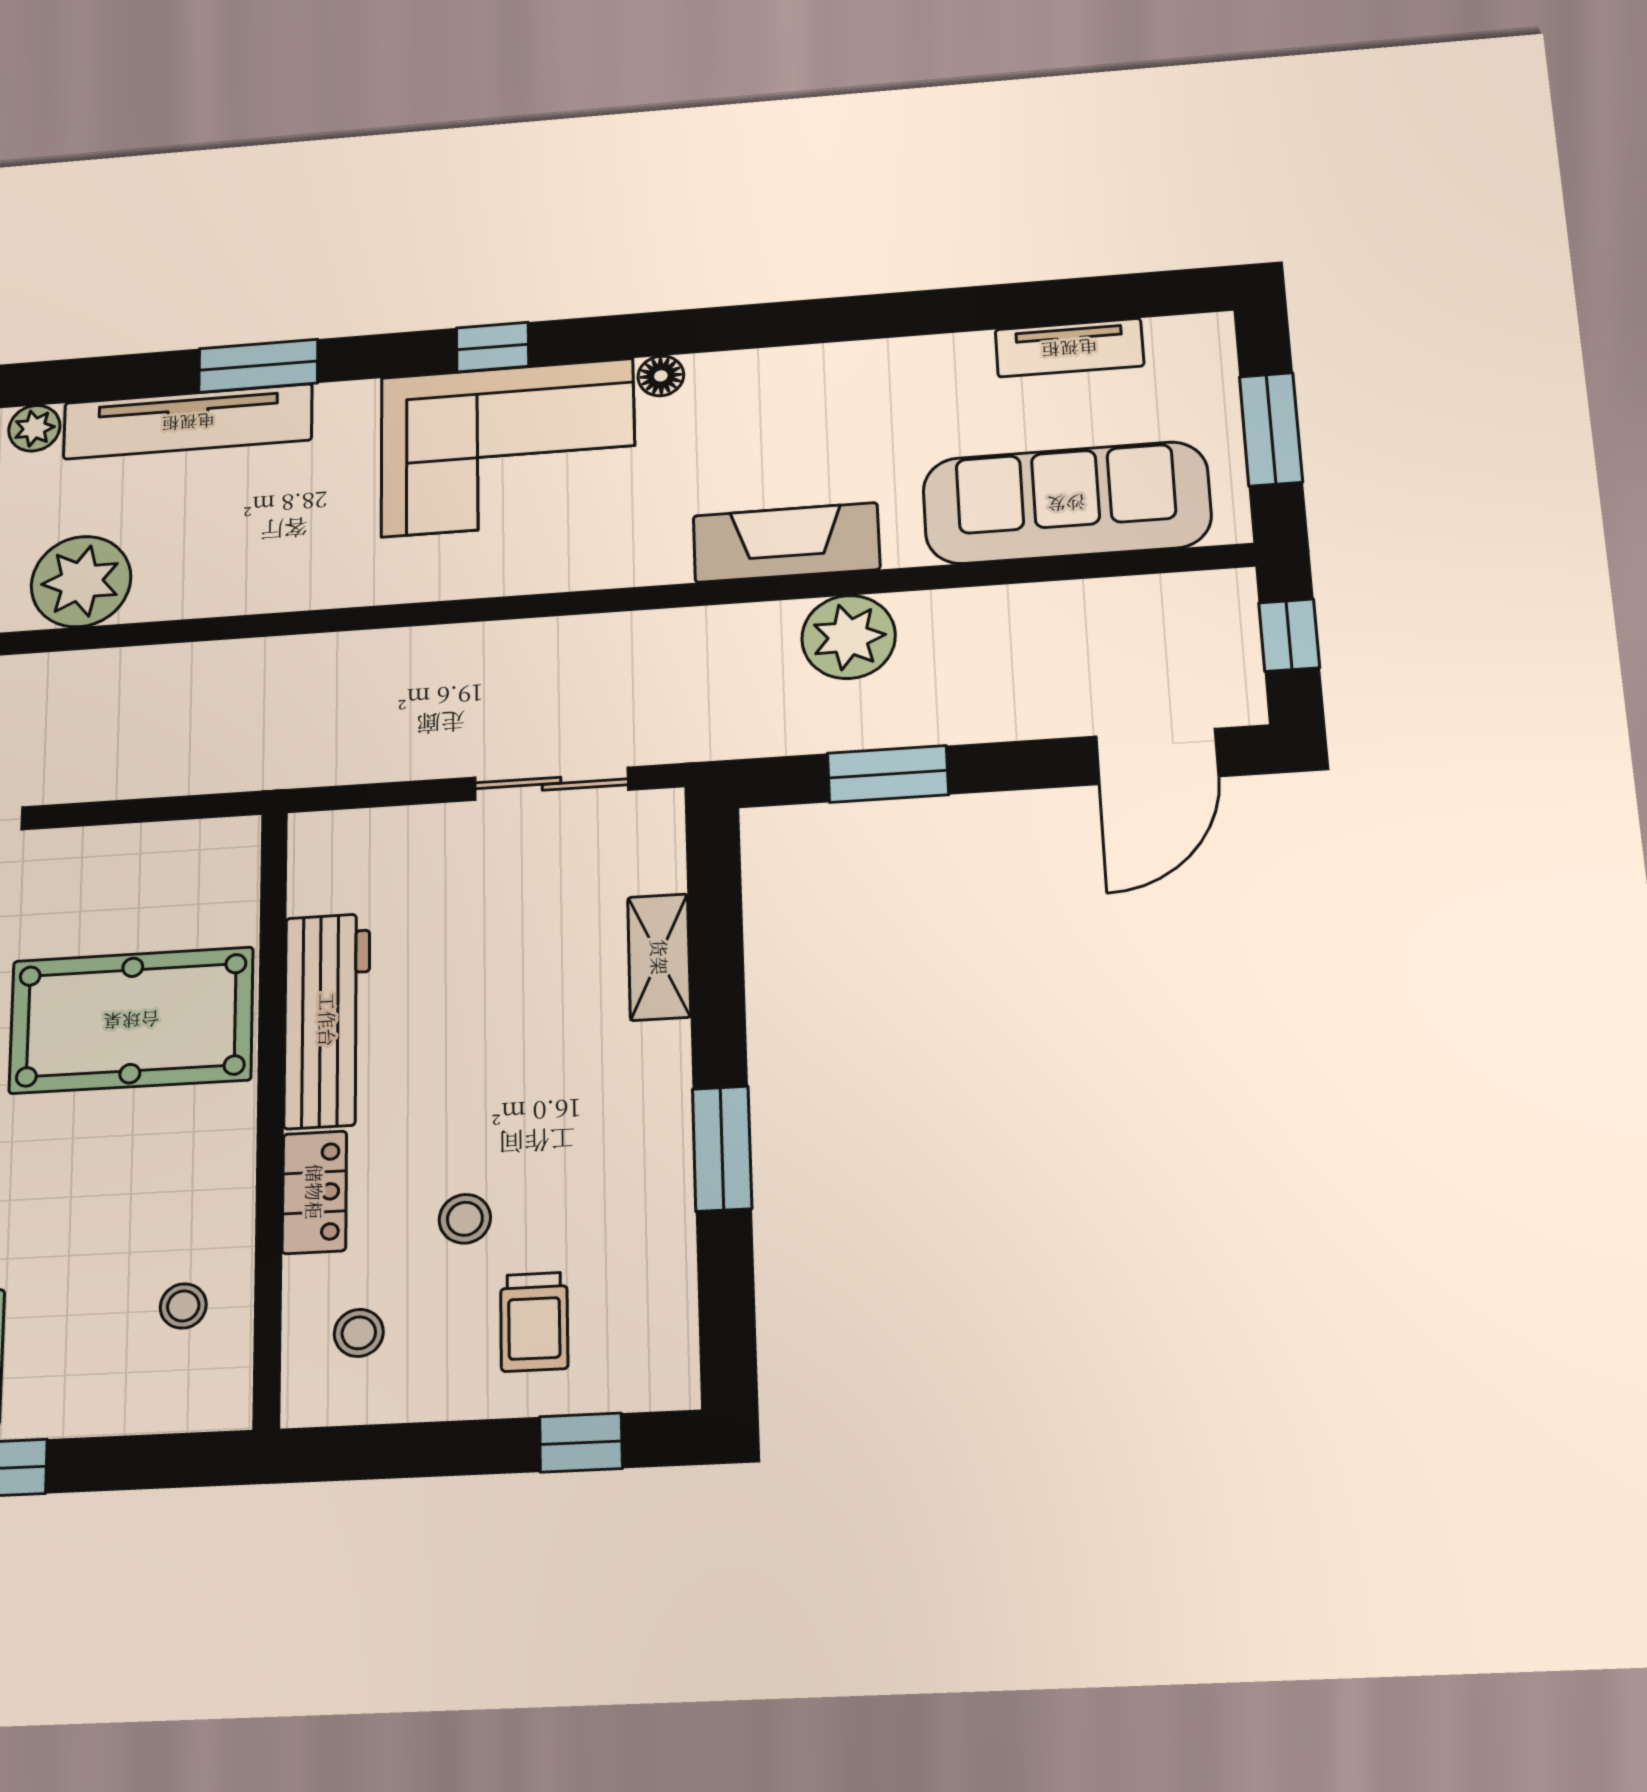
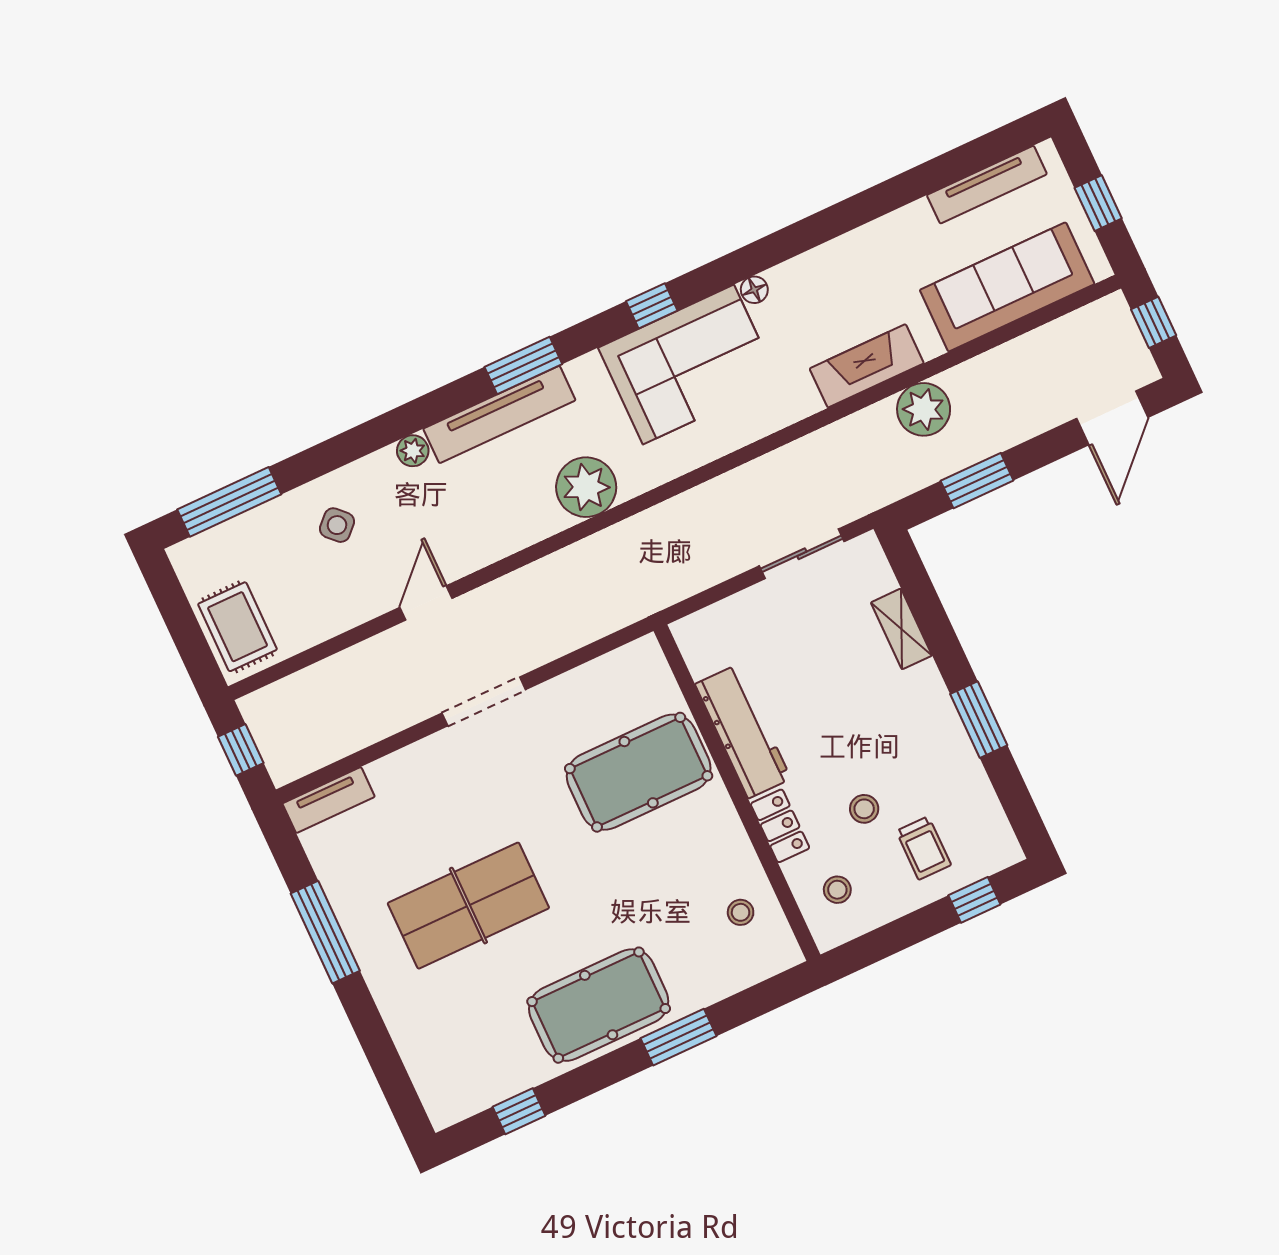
tv unit: (1069, 348) -> (987, 185), width x1.41
window: (1271, 429) -> (1098, 203), width x0.67
plant: (81, 582) -> (586, 487), moved

